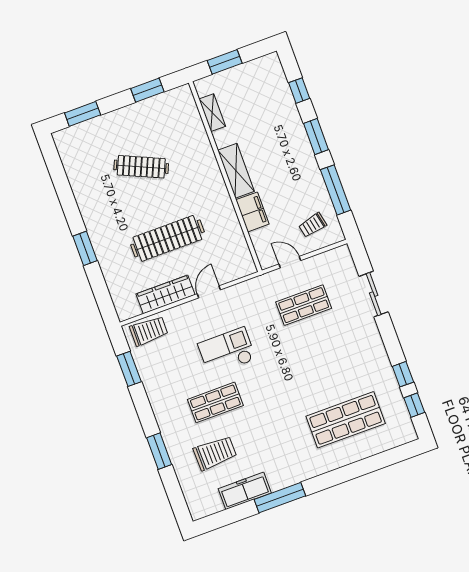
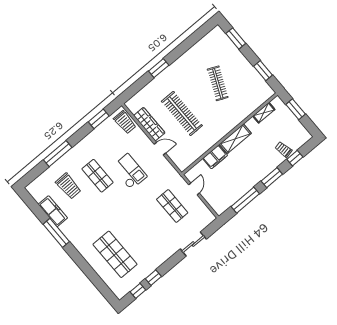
trolley: (313, 225) -> (283, 149), moved
window: (159, 451) -> (58, 154), width x1.44

